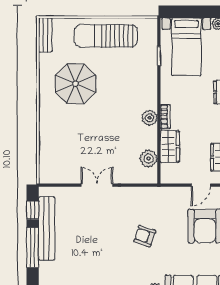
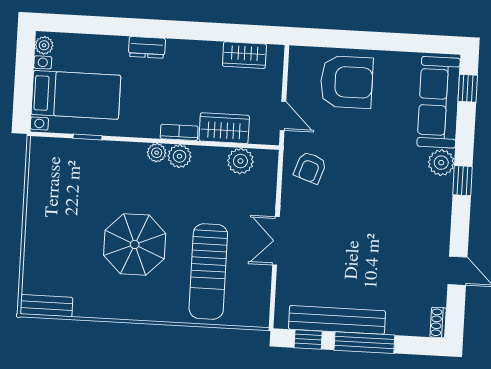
sun lounger: (106, 36) -> (208, 272), moved
parasol: (75, 84) -> (135, 244), moved
plant: (151, 103) -> (157, 153), added
door: (201, 185) -> (283, 116), moved
armchair: (145, 236) -> (310, 168), moved

